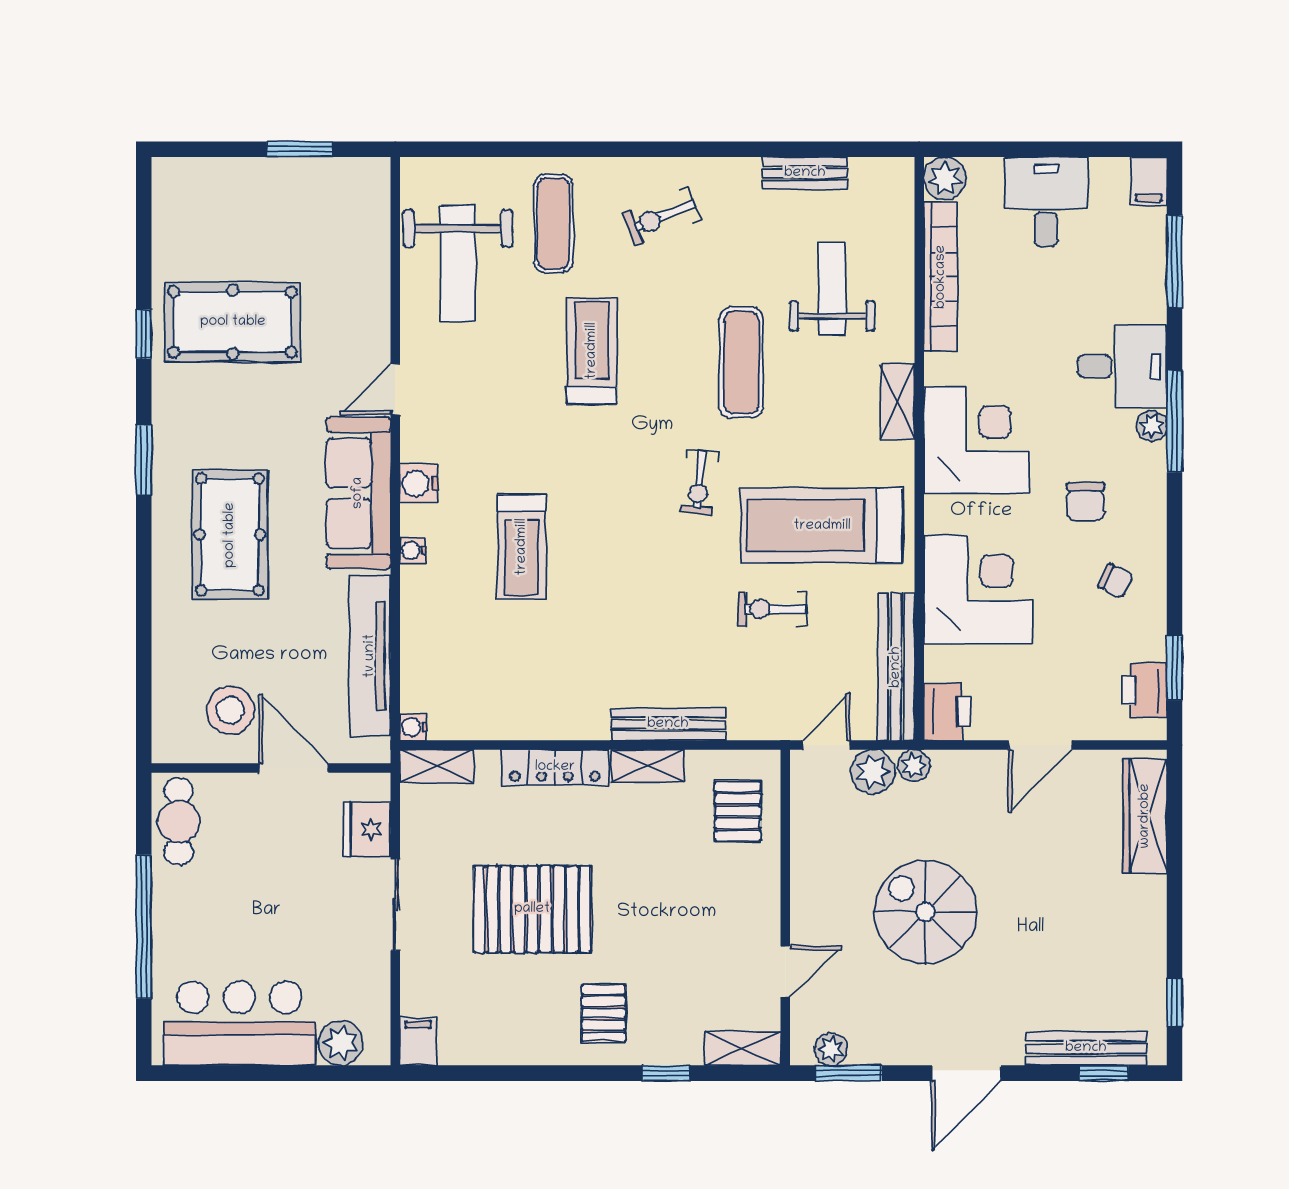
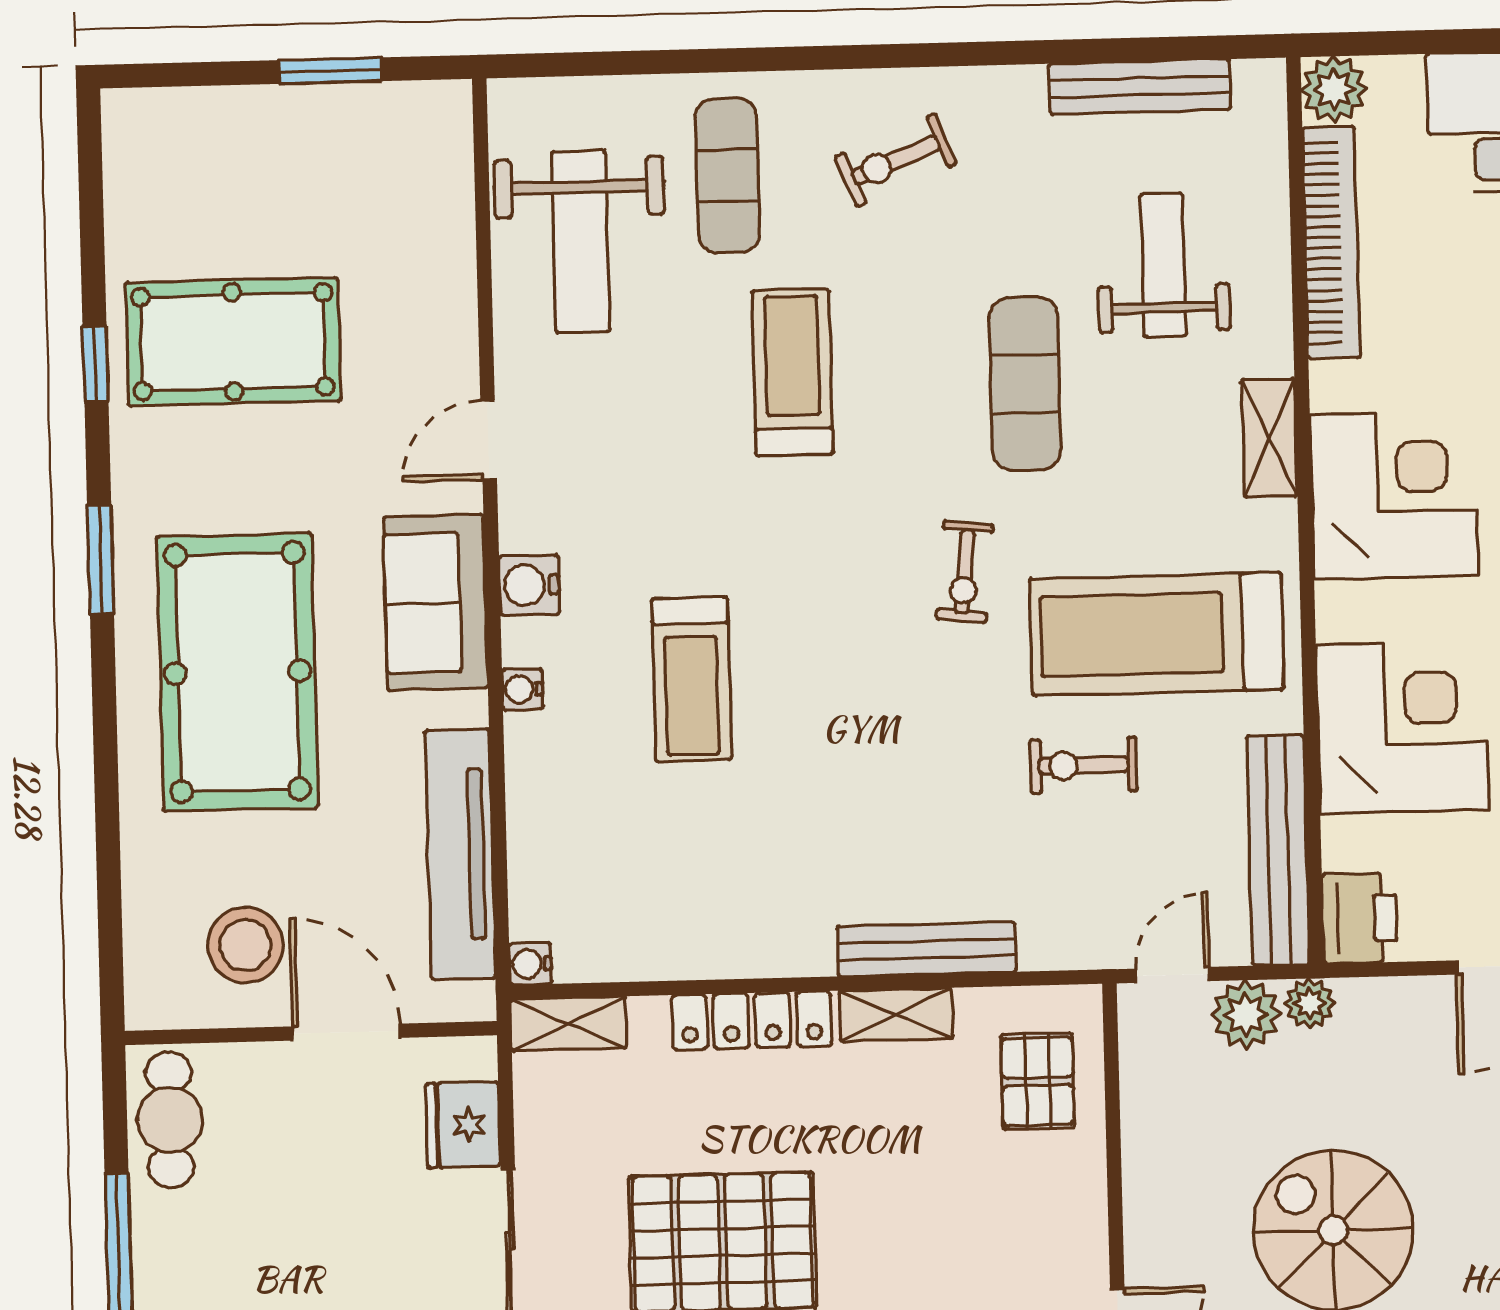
bench: (805, 173) -> (1140, 87), width x1.36
sofa: (358, 493) -> (436, 602), width x0.73
pool table: (230, 535) -> (237, 672), width x1.36, depth x1.32

